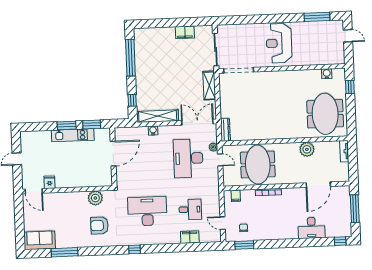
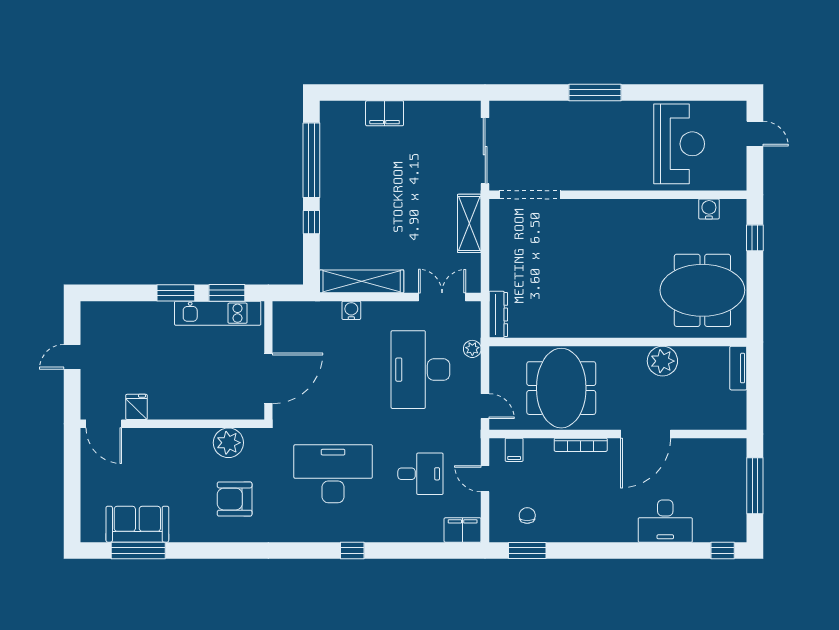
window: (317, 17) -> (595, 93), moved
filing cabinet: (185, 32) -> (385, 113), moved
reception desk: (279, 43) -> (679, 144), moved, turned 180
window: (132, 100) -> (311, 222), moved
meeting table: (325, 114) -> (702, 290), turned 90
double door: (197, 122) -> (442, 297), width x0.73
kitchen unit: (73, 135) -> (218, 313), moved
door: (113, 154) -> (268, 378), moved
door: (220, 160) -> (485, 406), moved
door: (318, 185) -> (646, 434), moved
door: (223, 223) -> (485, 479), moved
filing cabinet: (190, 237) -> (463, 530), moved
sofa: (40, 240) -> (137, 524), moved
window: (134, 249) -> (352, 550), moved
window: (65, 252) -> (138, 550), moved

